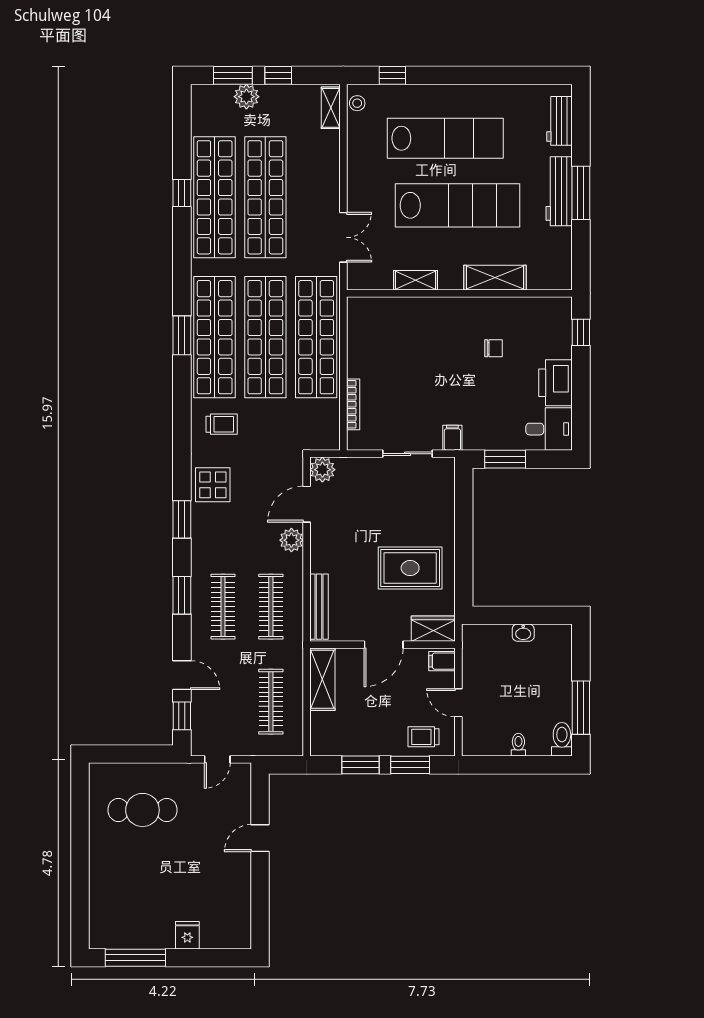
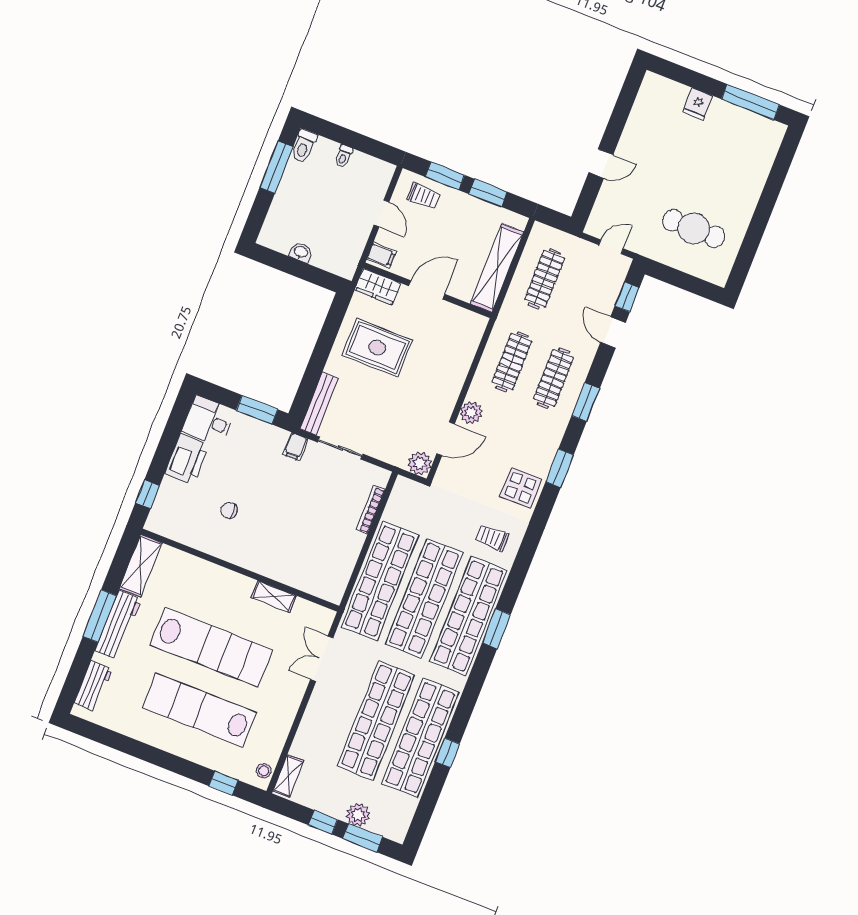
lab bench: (457, 205) -> (211, 647), turned 180
shelving: (495, 278) -> (141, 566), moved, turned 90
bench: (319, 607) -> (319, 403), moved
shelving: (322, 679) -> (497, 268), width x1.47

